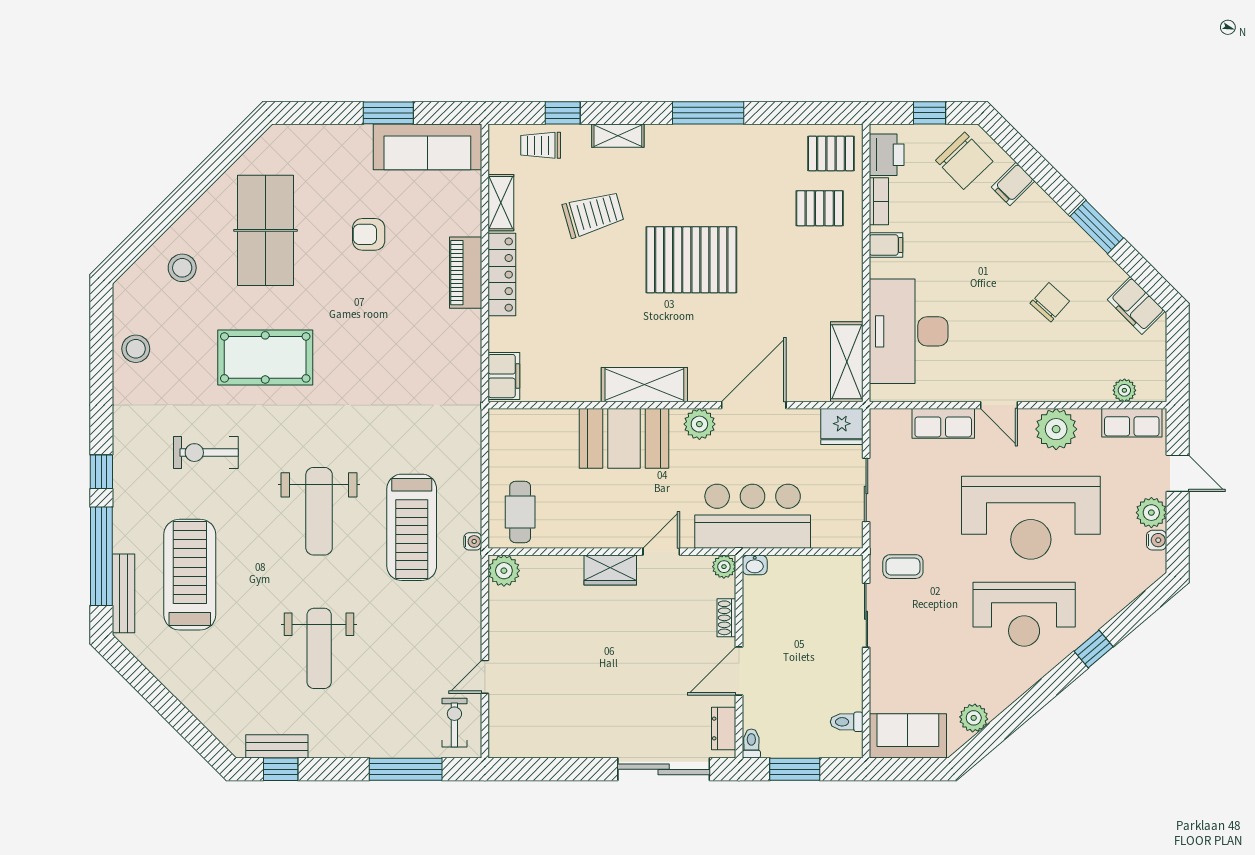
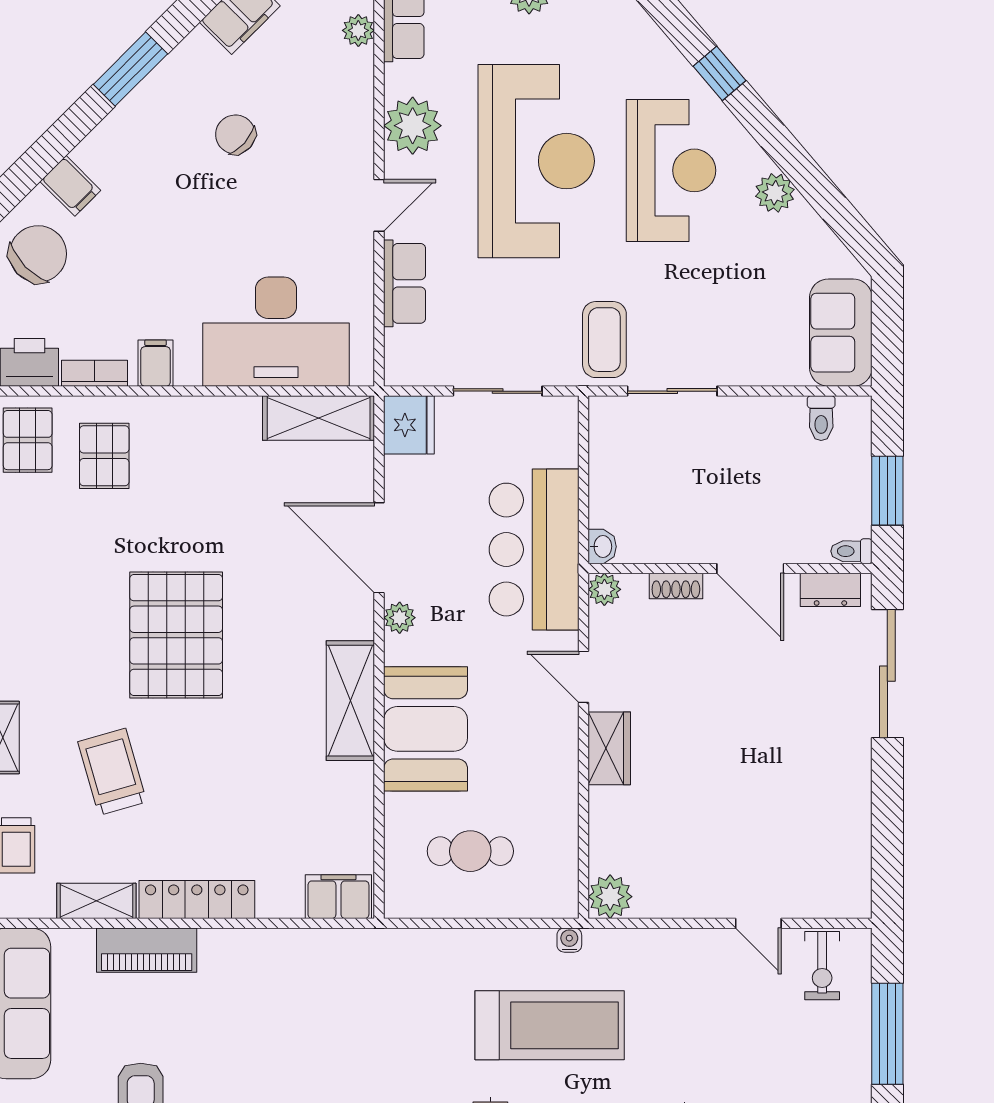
piano: (466, 273) -> (147, 950), moved
plant: (699, 424) -> (400, 618), width x0.73, depth x0.73
cafe table: (520, 512) -> (470, 851), moved
coffee table: (903, 567) -> (604, 340), width x1.36, depth x1.30
plant: (974, 718) -> (775, 193), moved
exercise bike: (454, 723) -> (822, 966), turned -90

